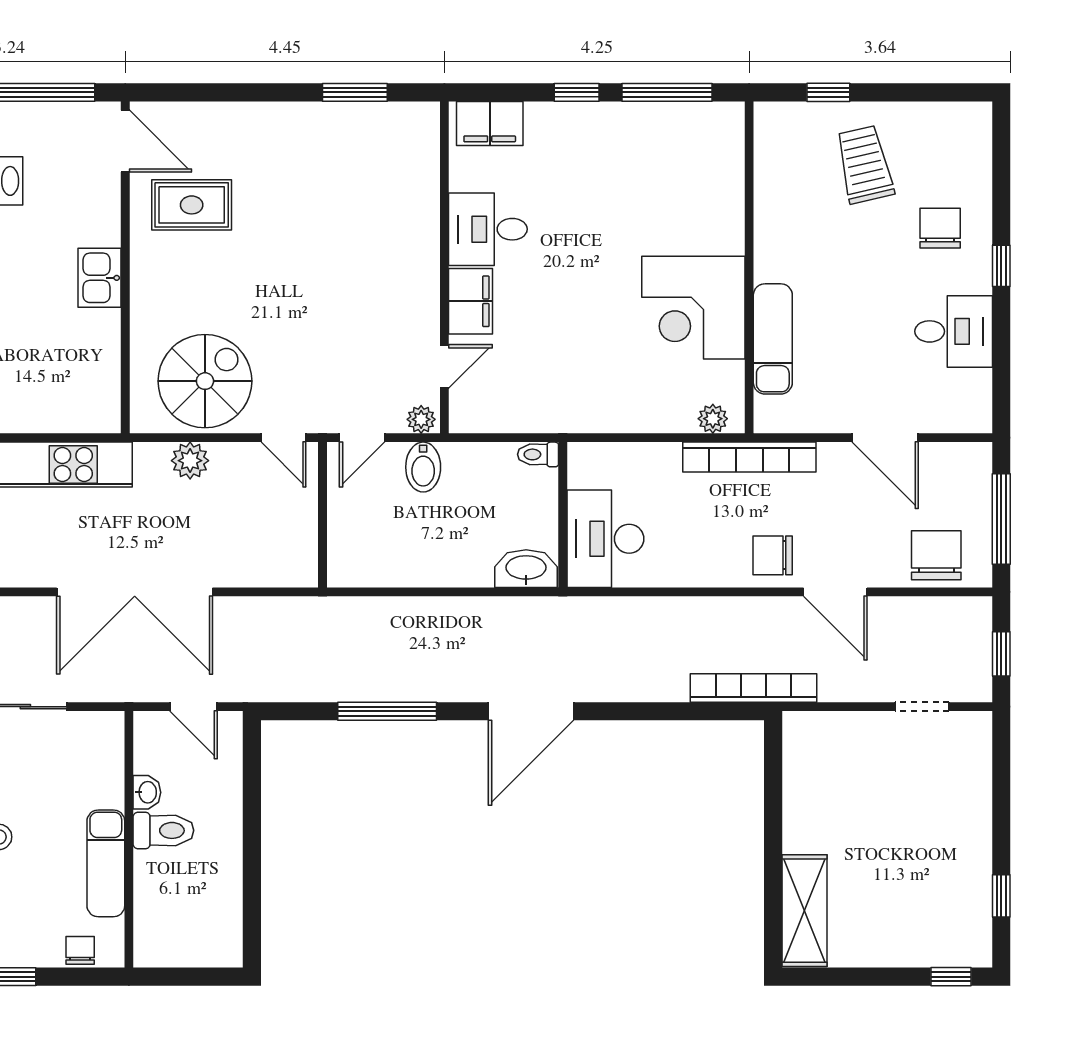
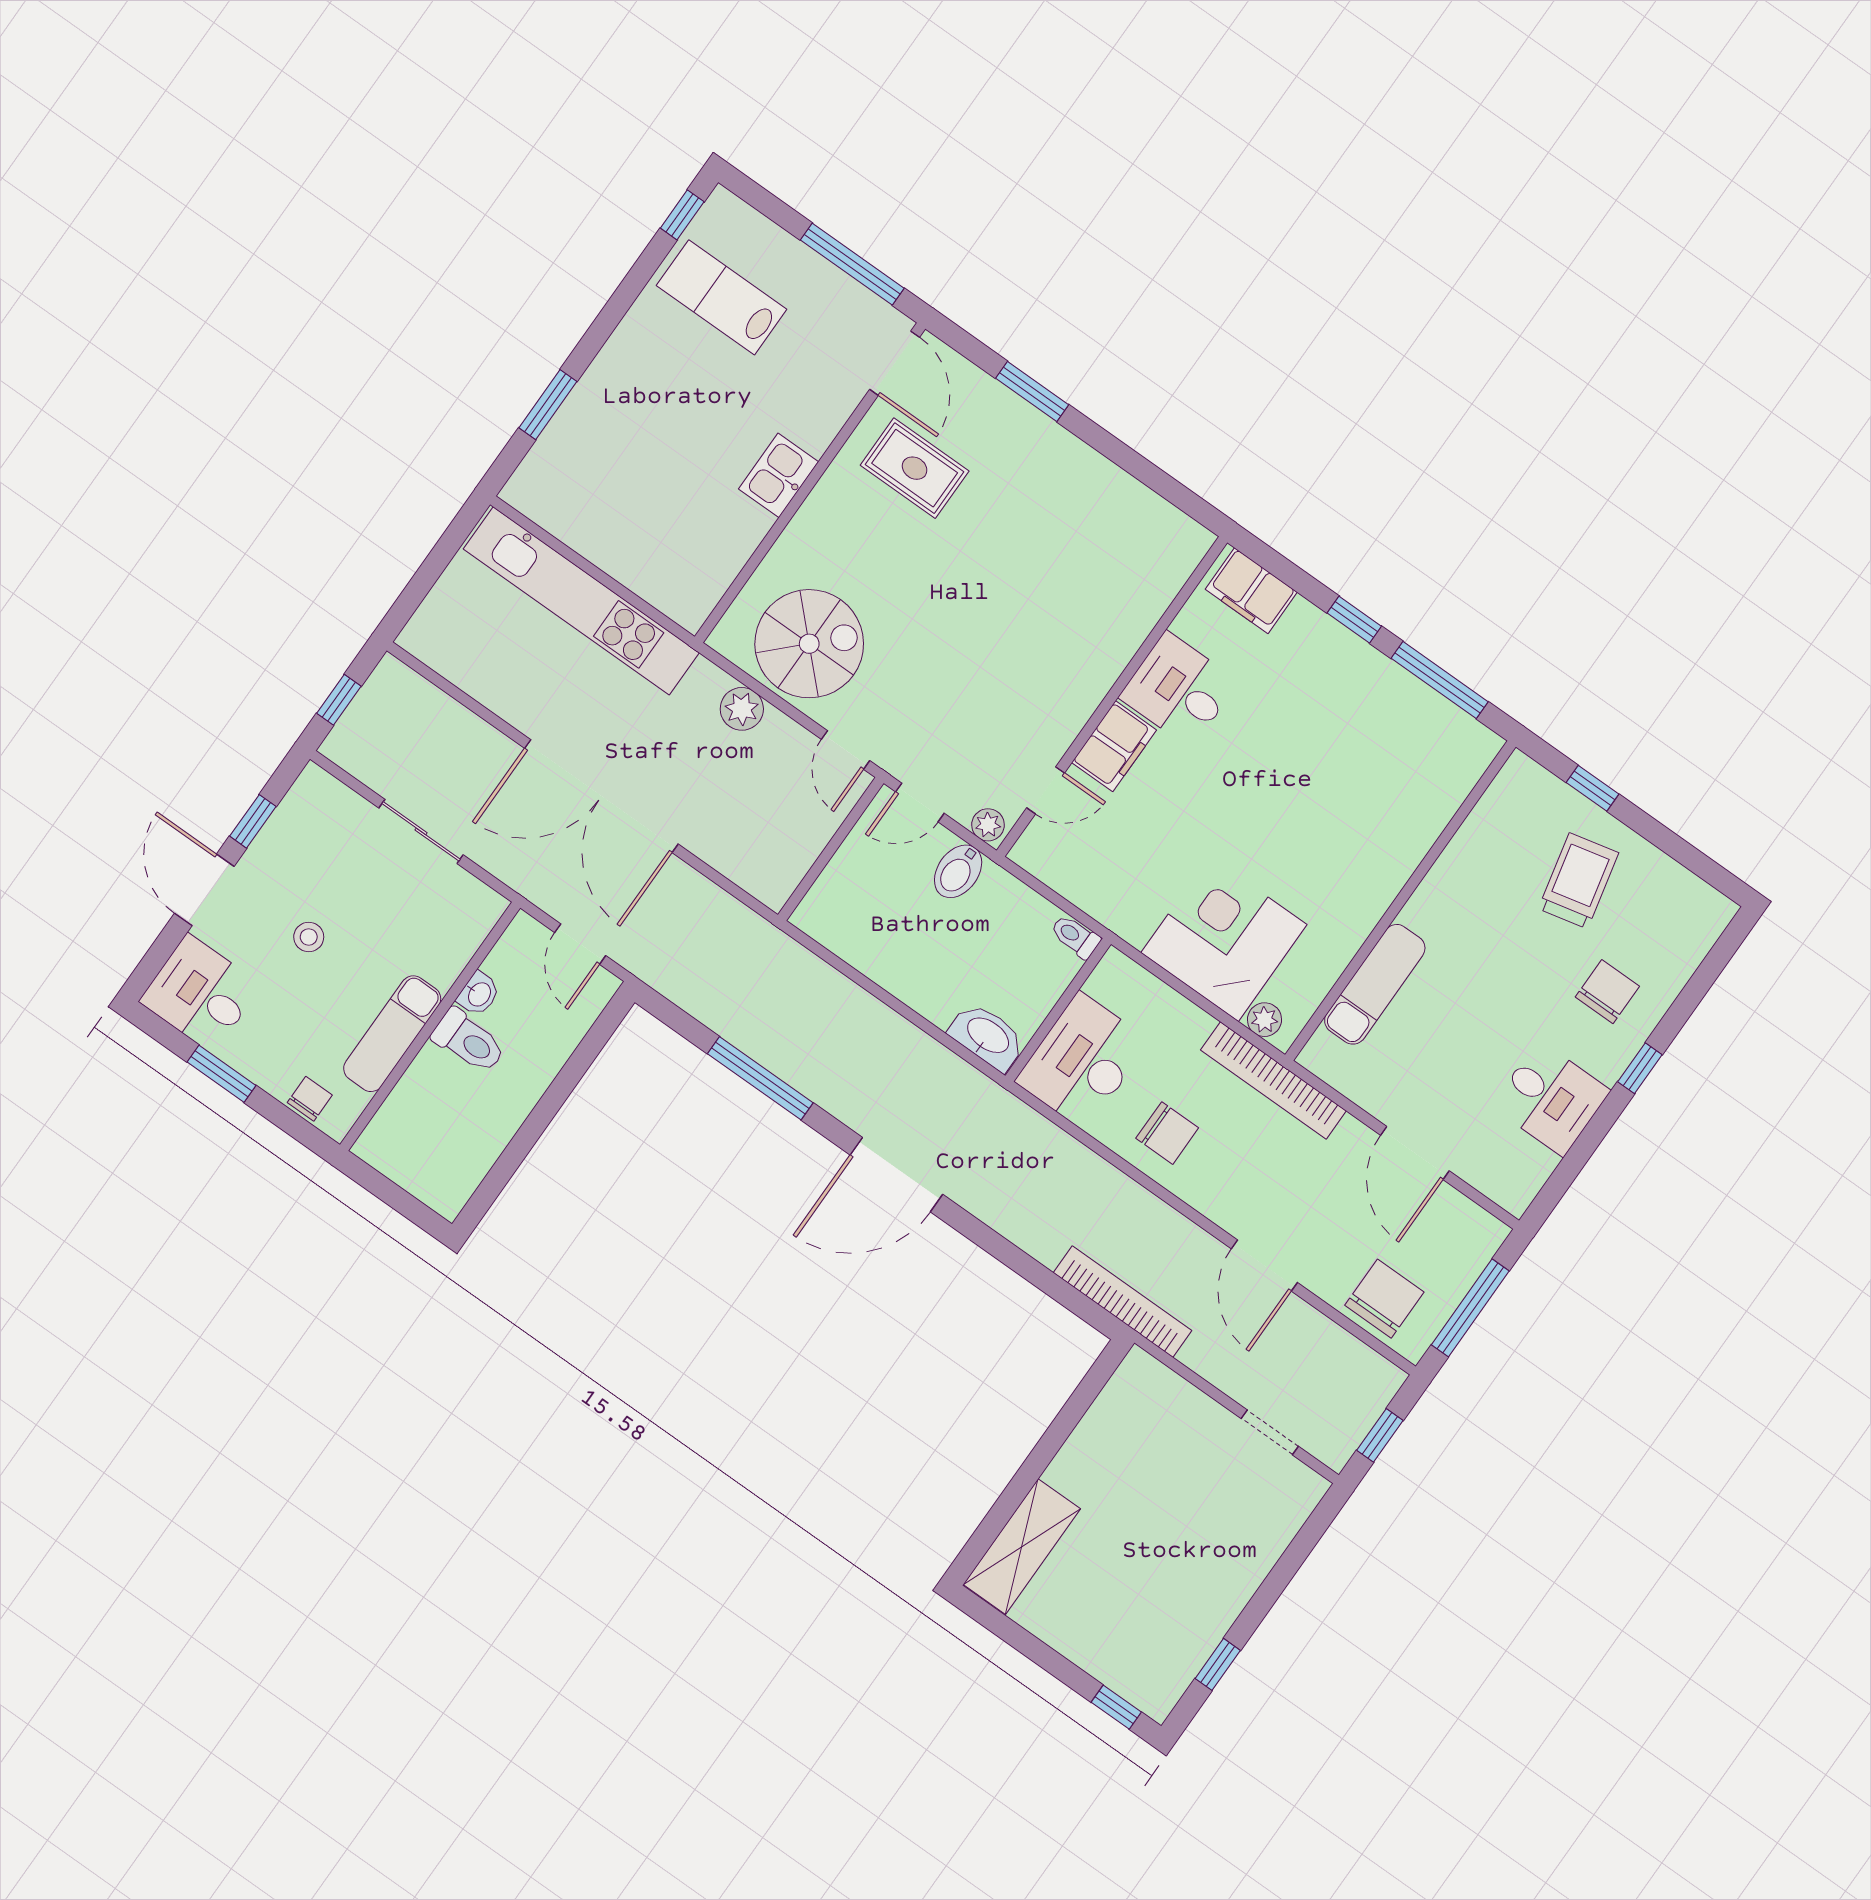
window: (355, 92) -> (1032, 391), moved
corner desk: (693, 308) -> (1224, 939), moved, turned 90
chair: (773, 555) -> (1167, 1133), moved, turned 180

